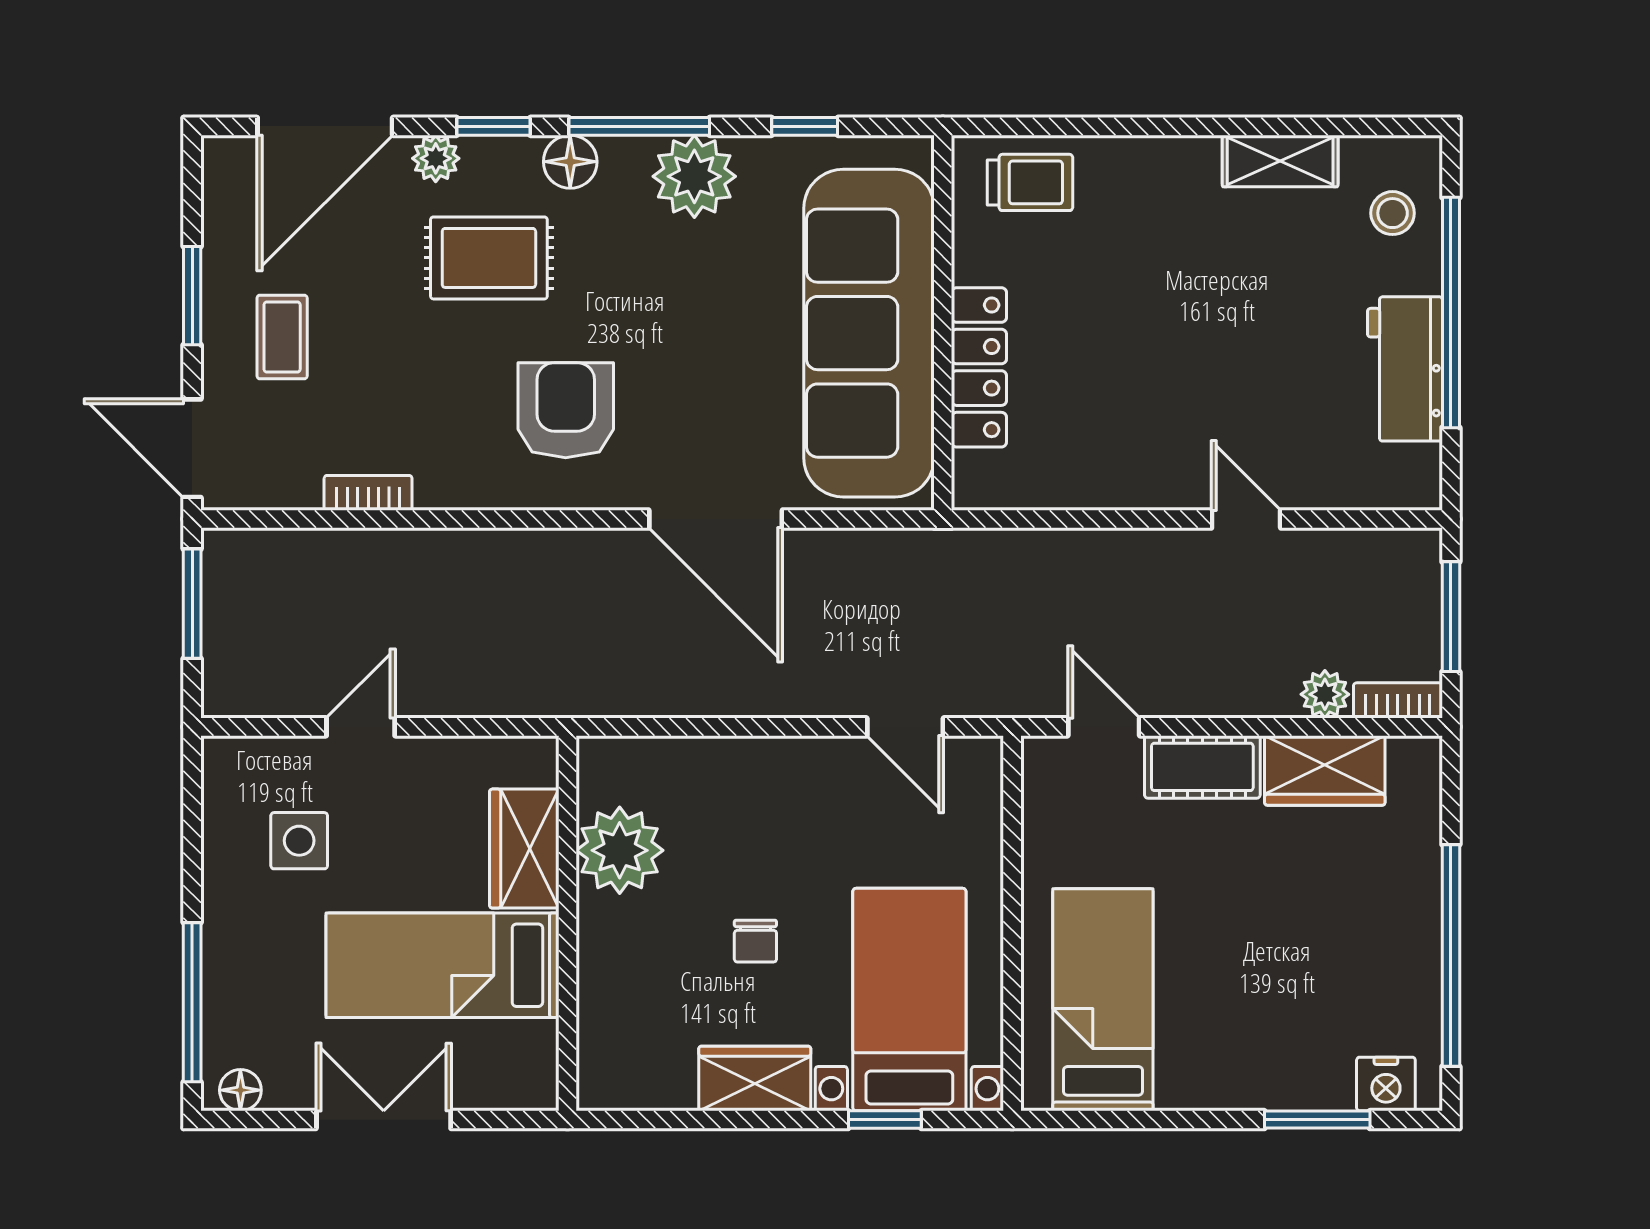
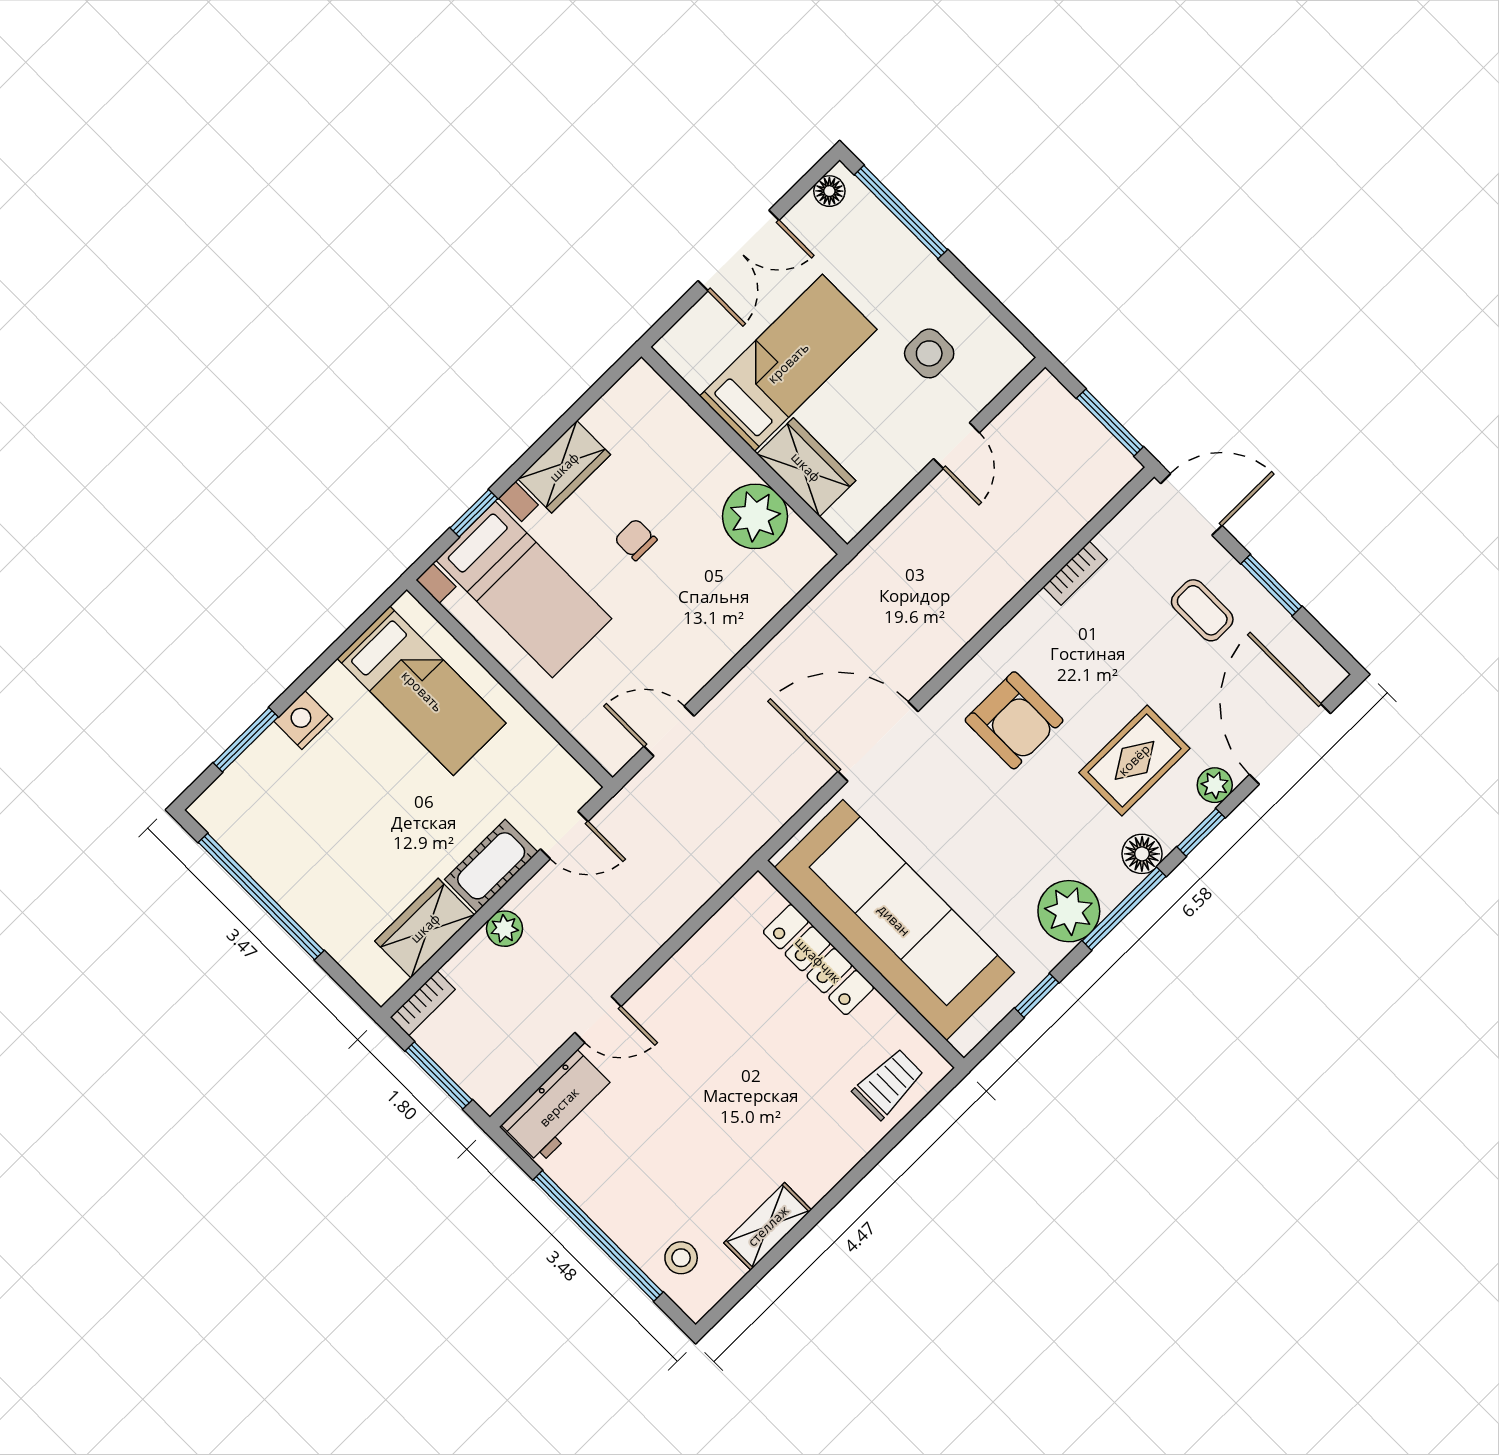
trolley: (1030, 182) -> (888, 1084), turned 180
workbench: (1405, 369) -> (559, 1107), moved, turned 90
plant: (1325, 694) -> (505, 929), moved
nightstand: (1386, 1084) -> (303, 720), moved

